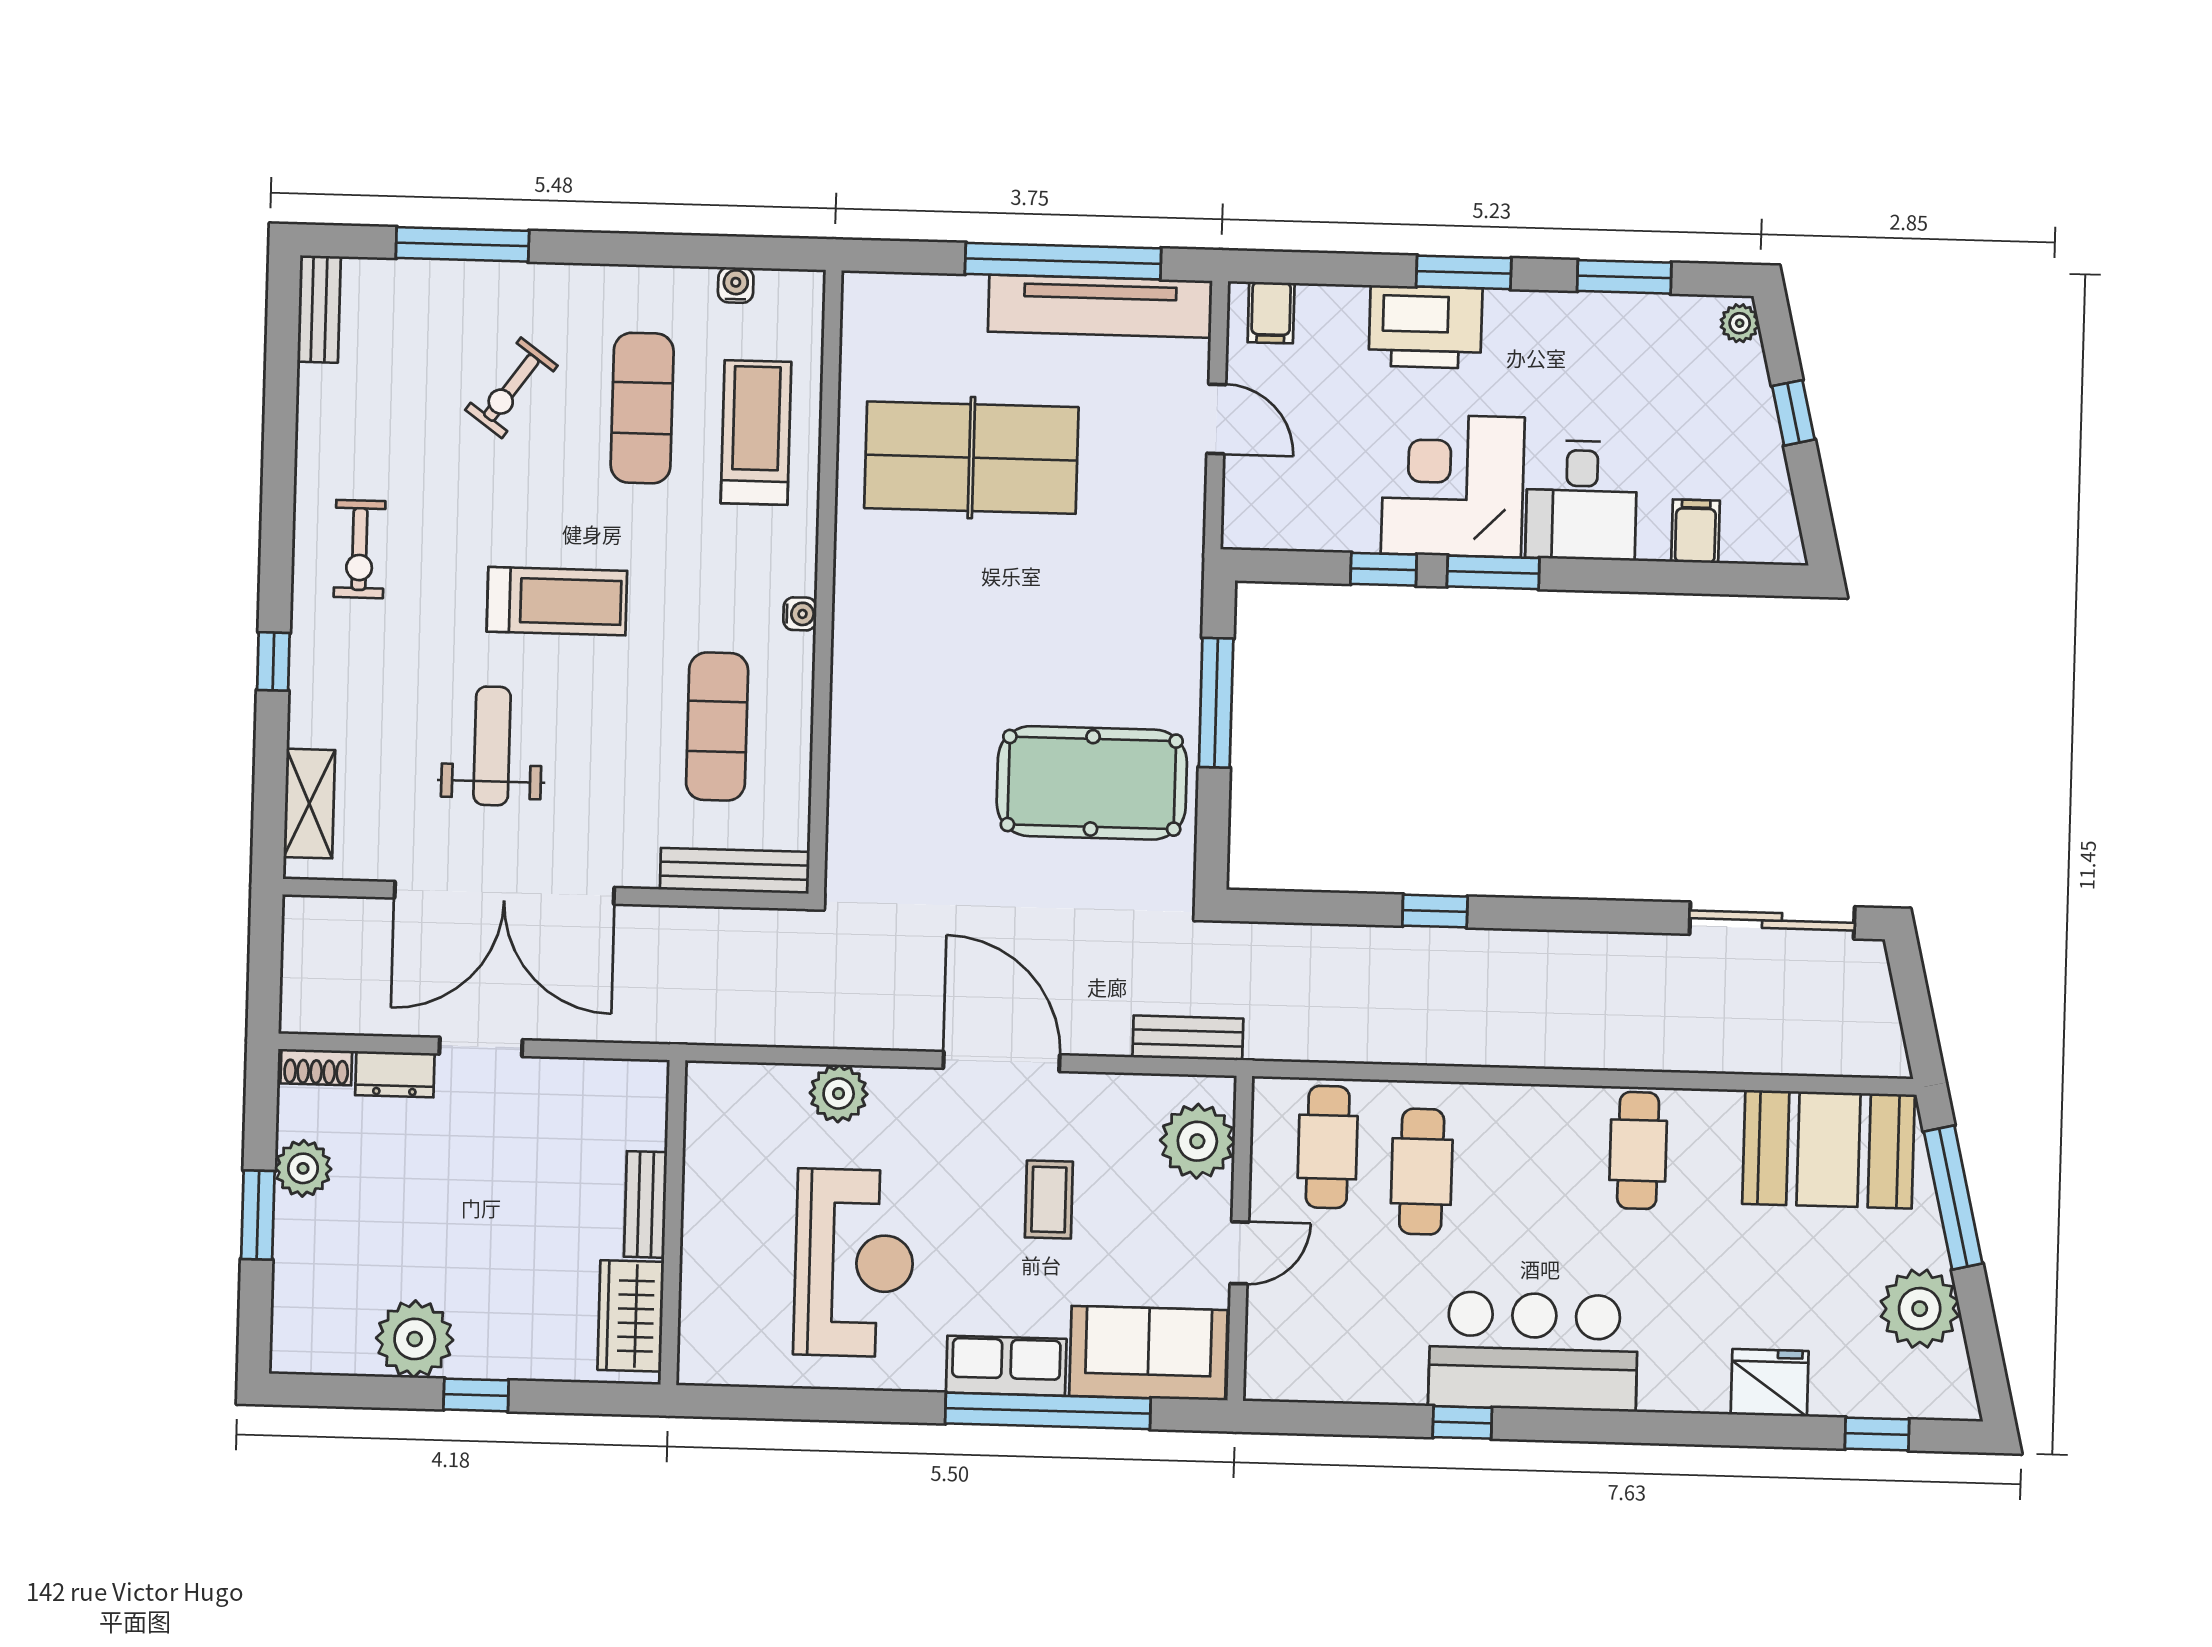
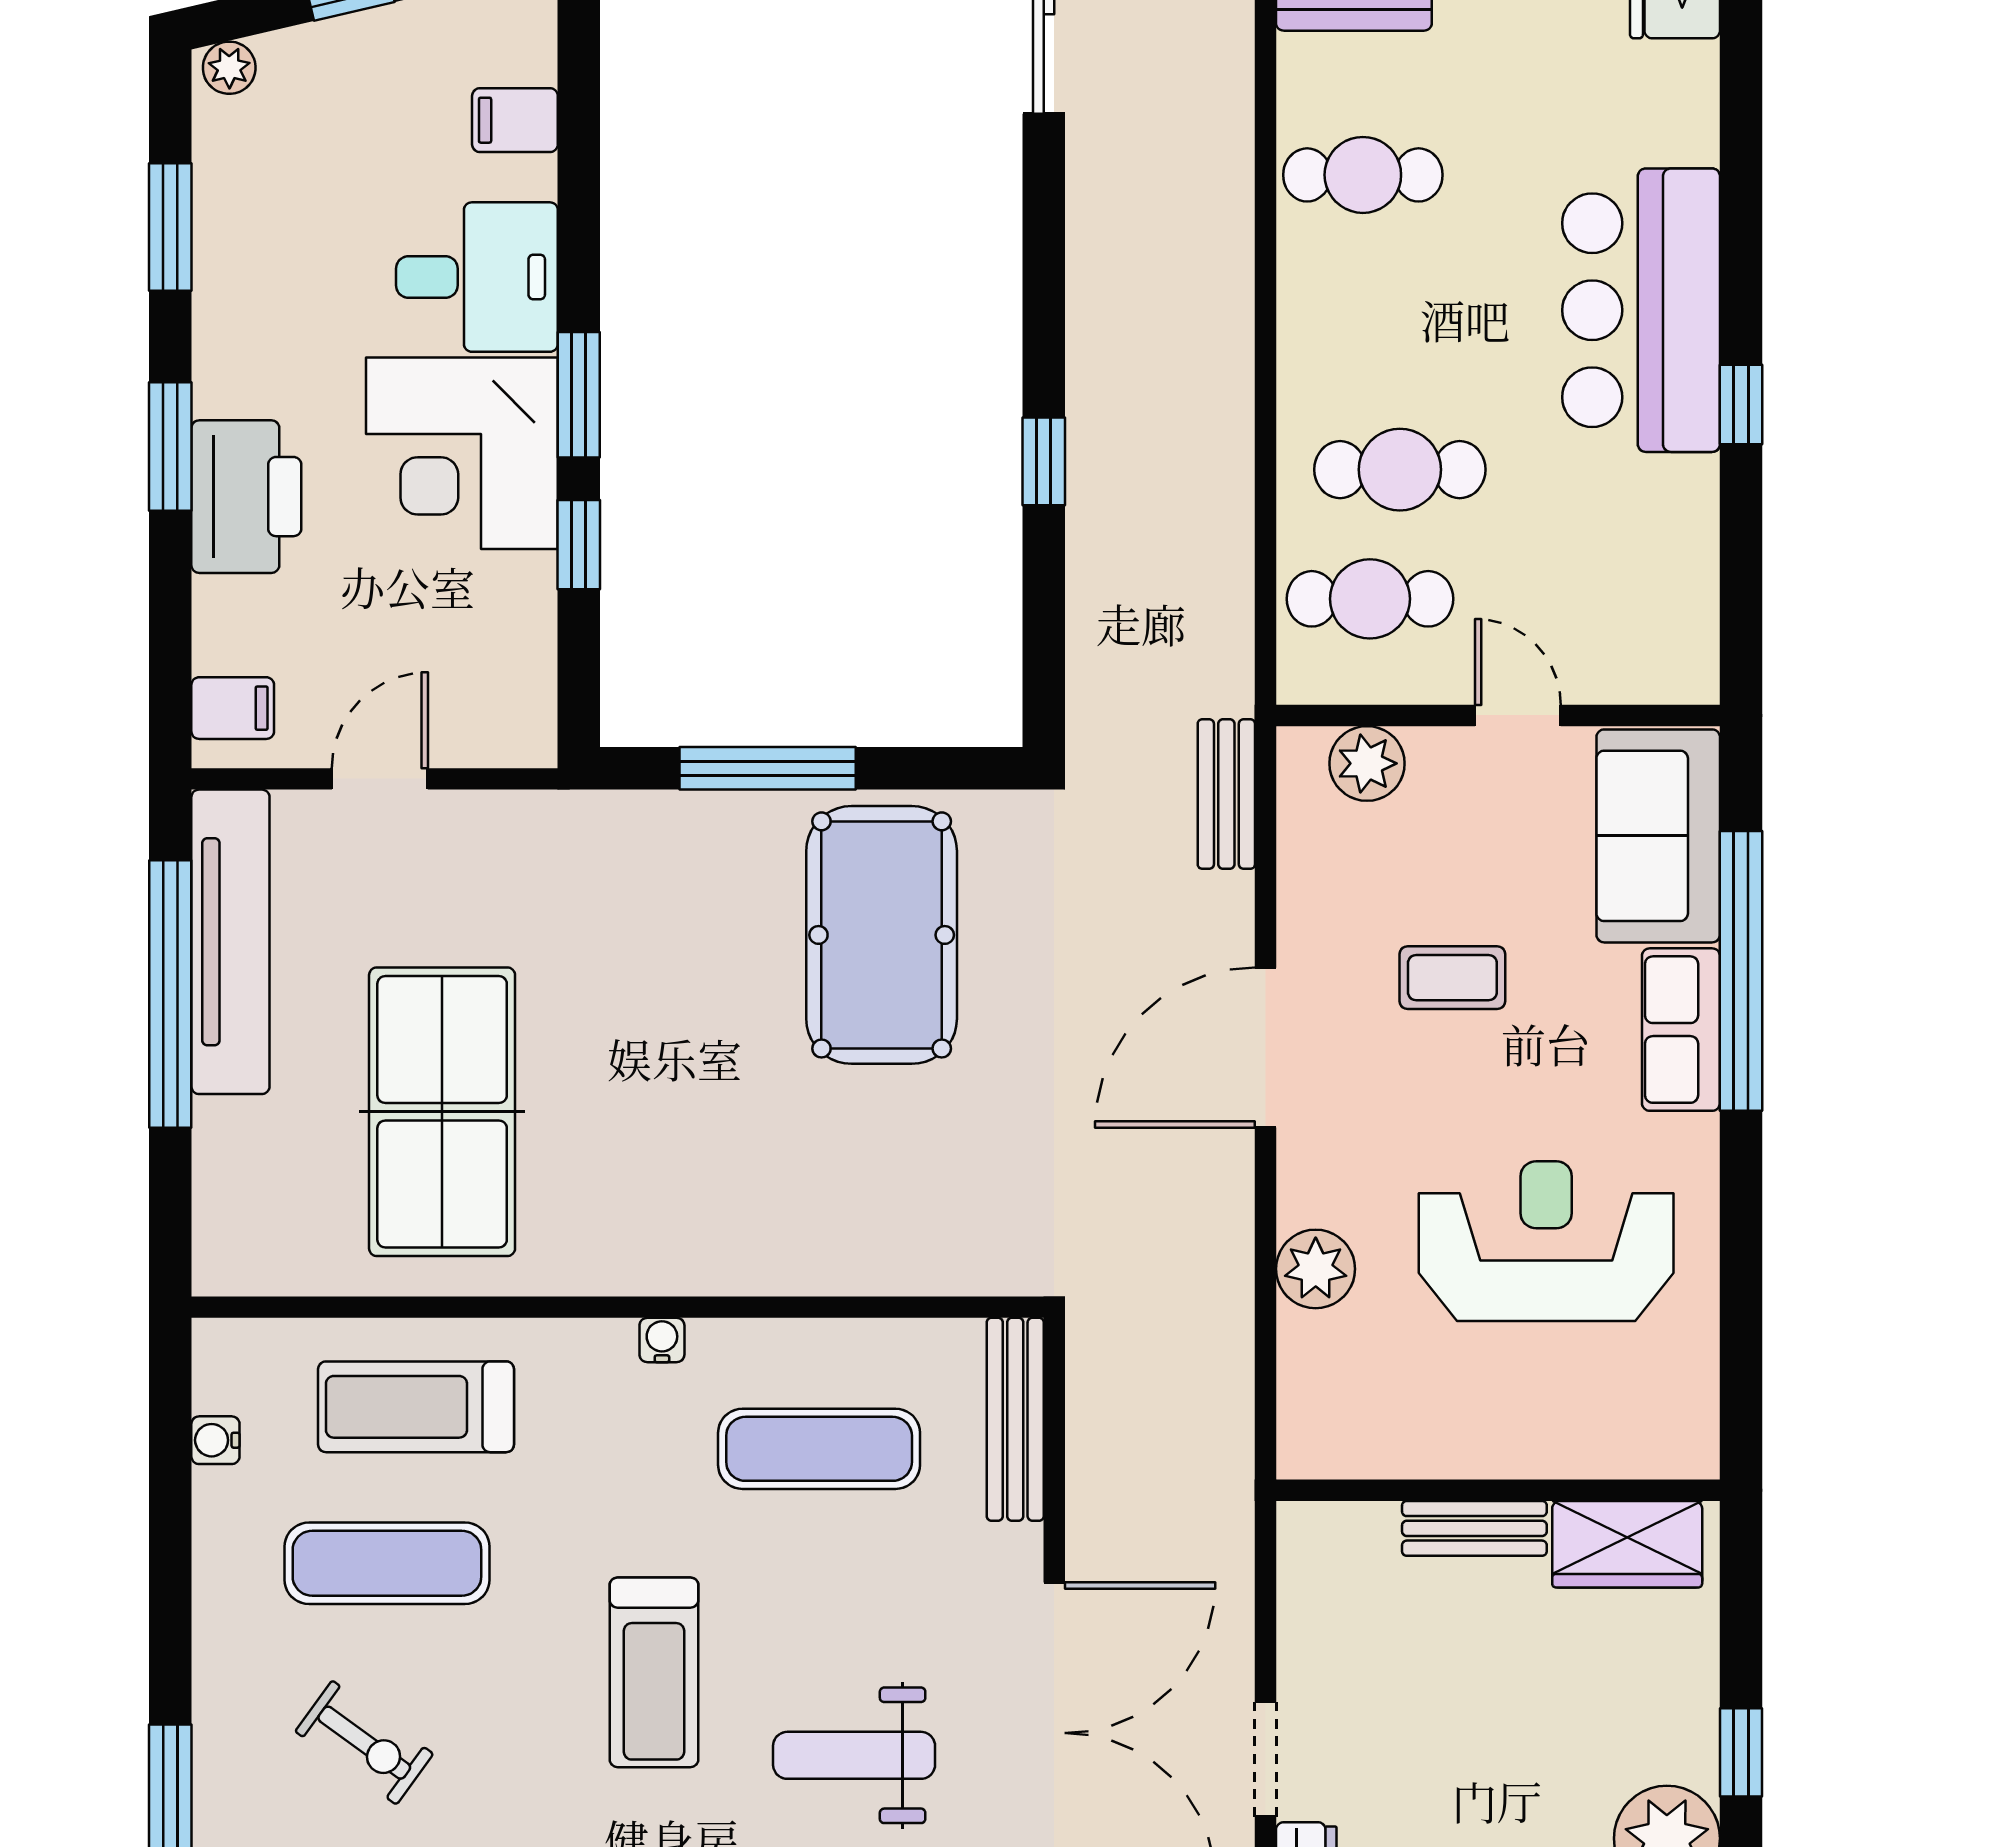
treadmill: (557, 601) -> (654, 1672), turned 180
plant: (1197, 1141) -> (1367, 763), width x0.73, depth x0.73

